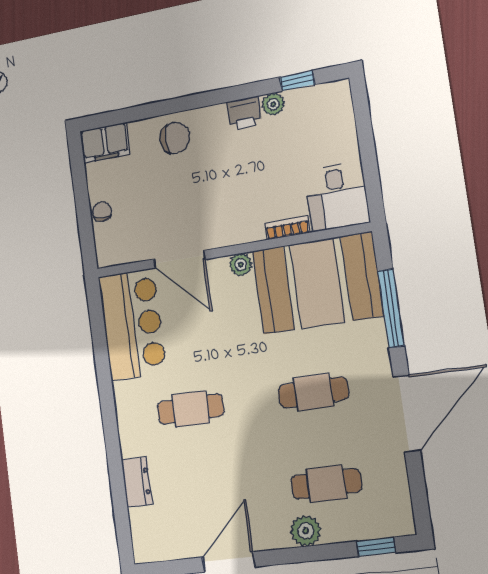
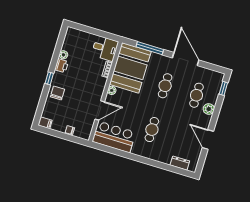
window: (297, 81) -> (49, 78), moved
filing cabinet: (105, 143) -> (45, 123), width x0.50
dresser: (137, 482) -> (180, 163), moved

